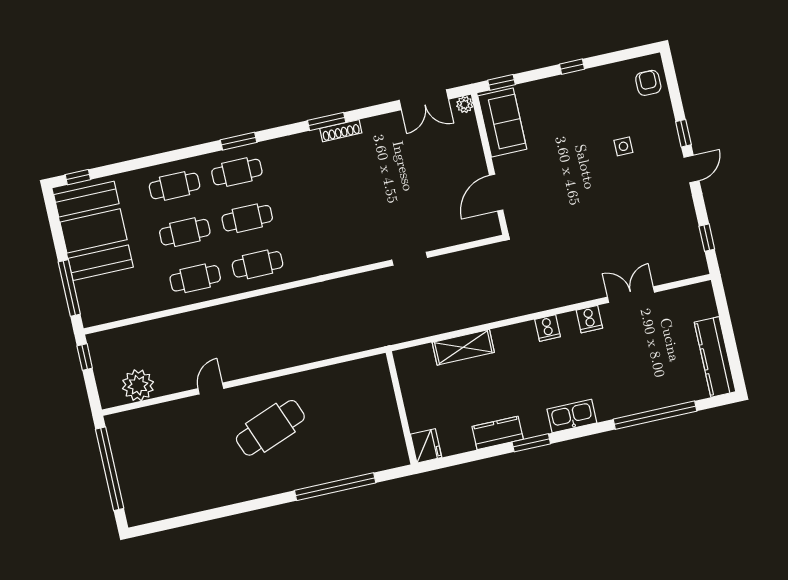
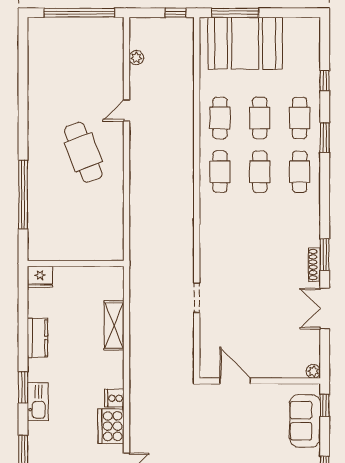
double door: (424, 100) -> (325, 309), moved
sofa: (502, 123) -> (305, 421), moved, turned 90
window: (239, 141) -> (325, 138), moved
window: (78, 177) -> (325, 81), moved
booth: (94, 231) -> (245, 43), moved
cooker: (589, 319) -> (111, 426), width x1.87, depth x1.31
plant: (138, 385) -> (136, 58), width x0.53, depth x0.53
door: (211, 389) -> (127, 111), swing flipped
window: (531, 443) -> (23, 387), moved

